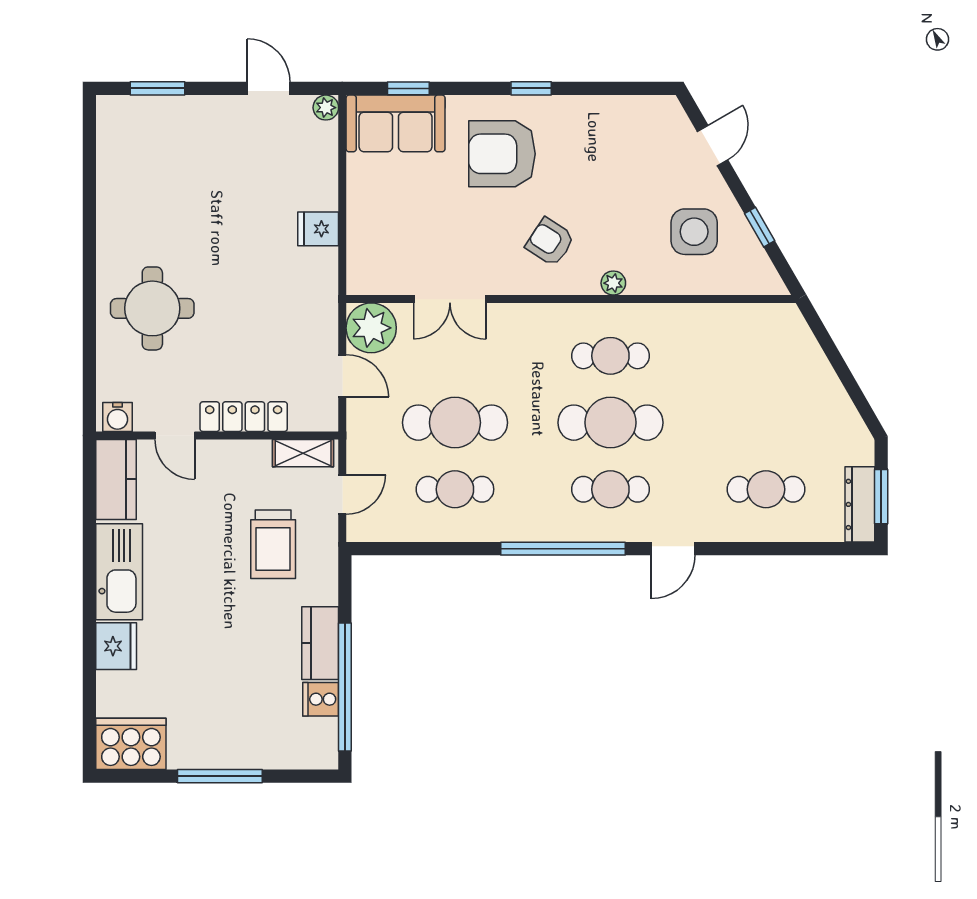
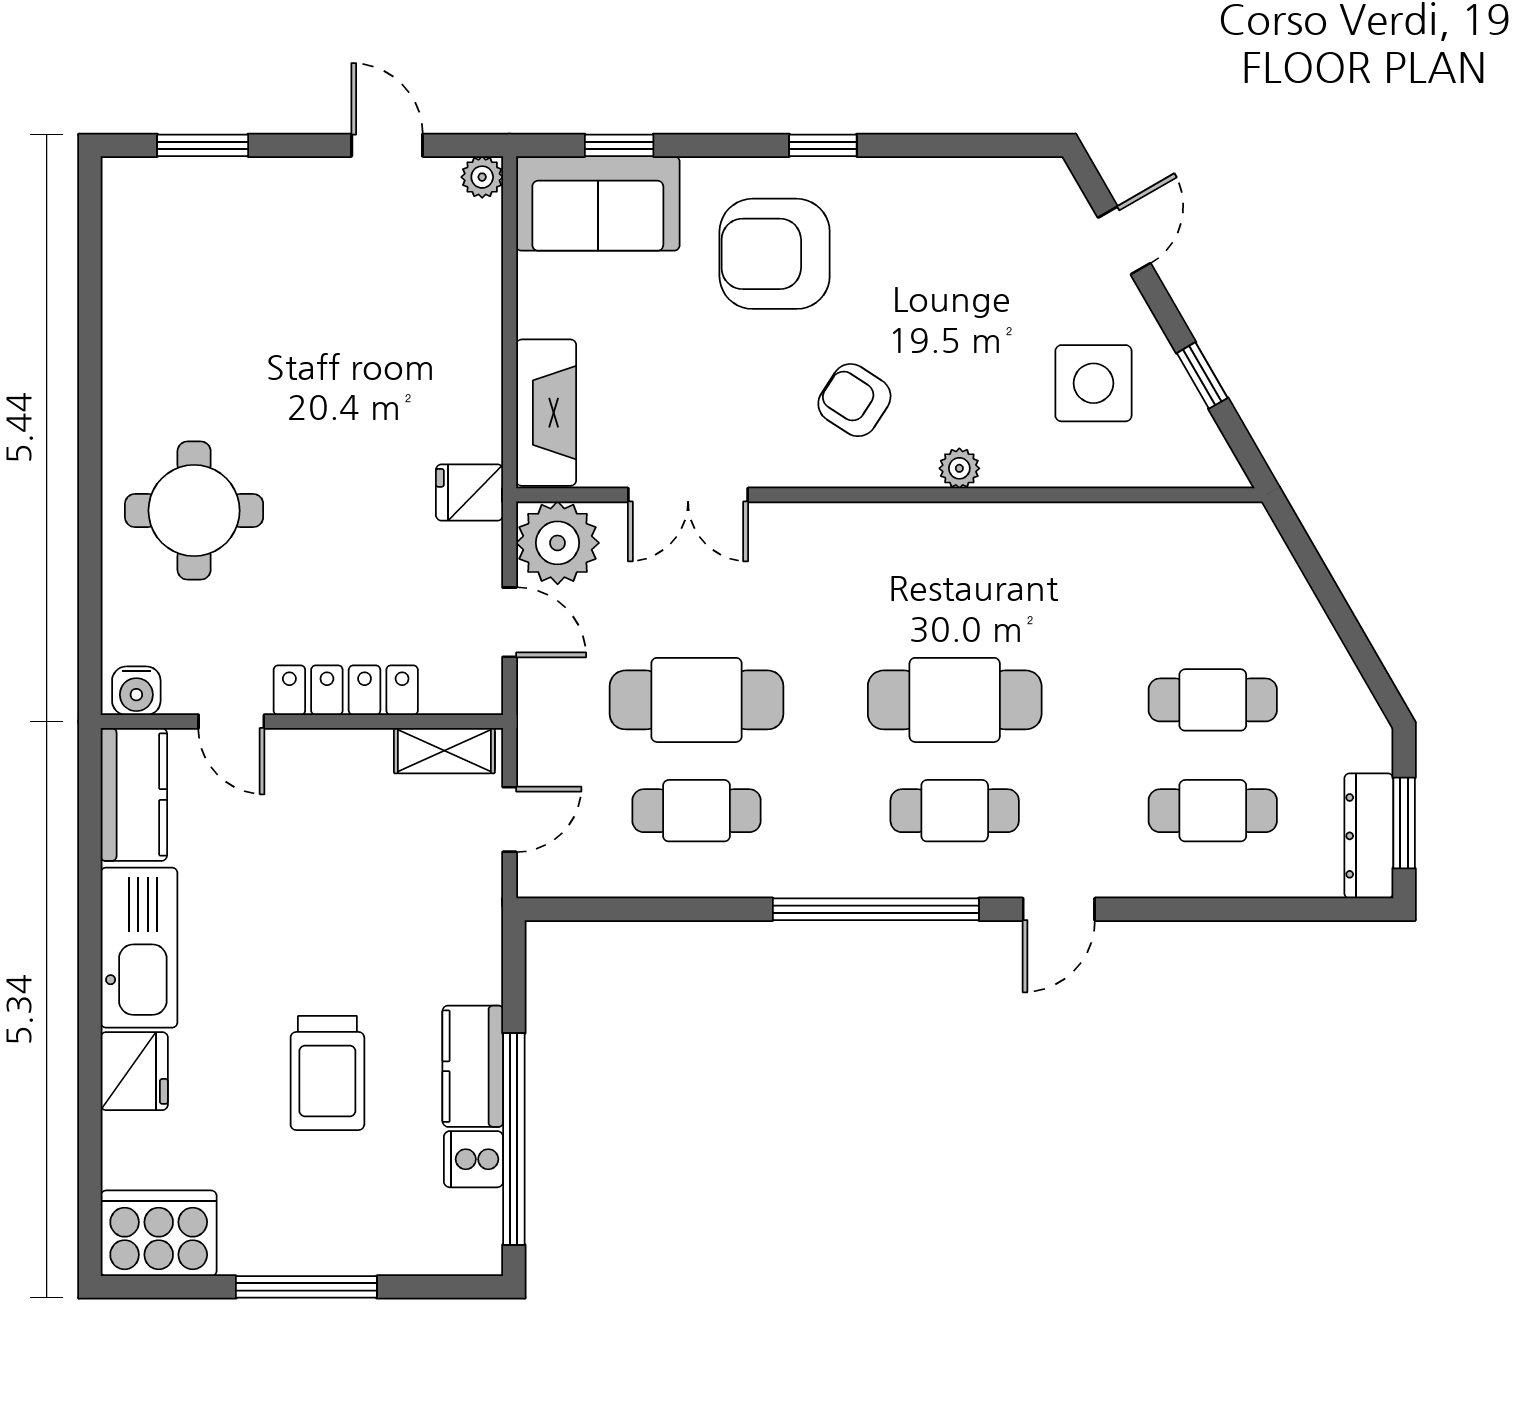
fridge: (318, 229) -> (469, 492), moved
fireplace: (364, 249) -> (546, 413), added
cafe table: (610, 356) -> (1213, 700), moved
trolley: (273, 544) -> (327, 1073), moved

